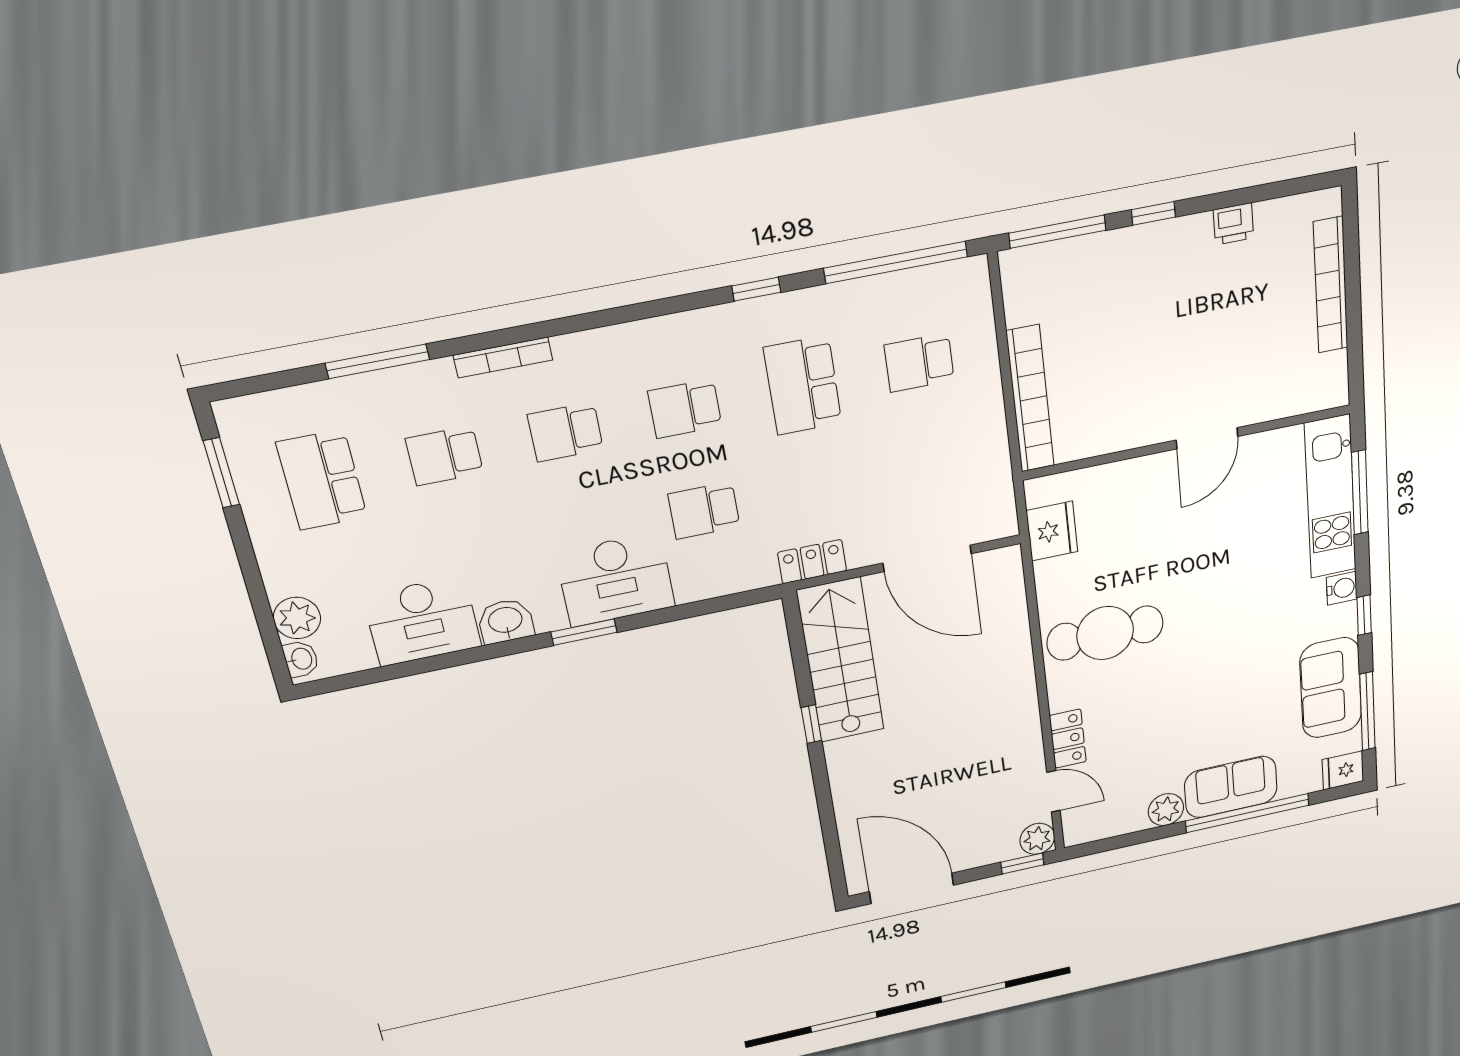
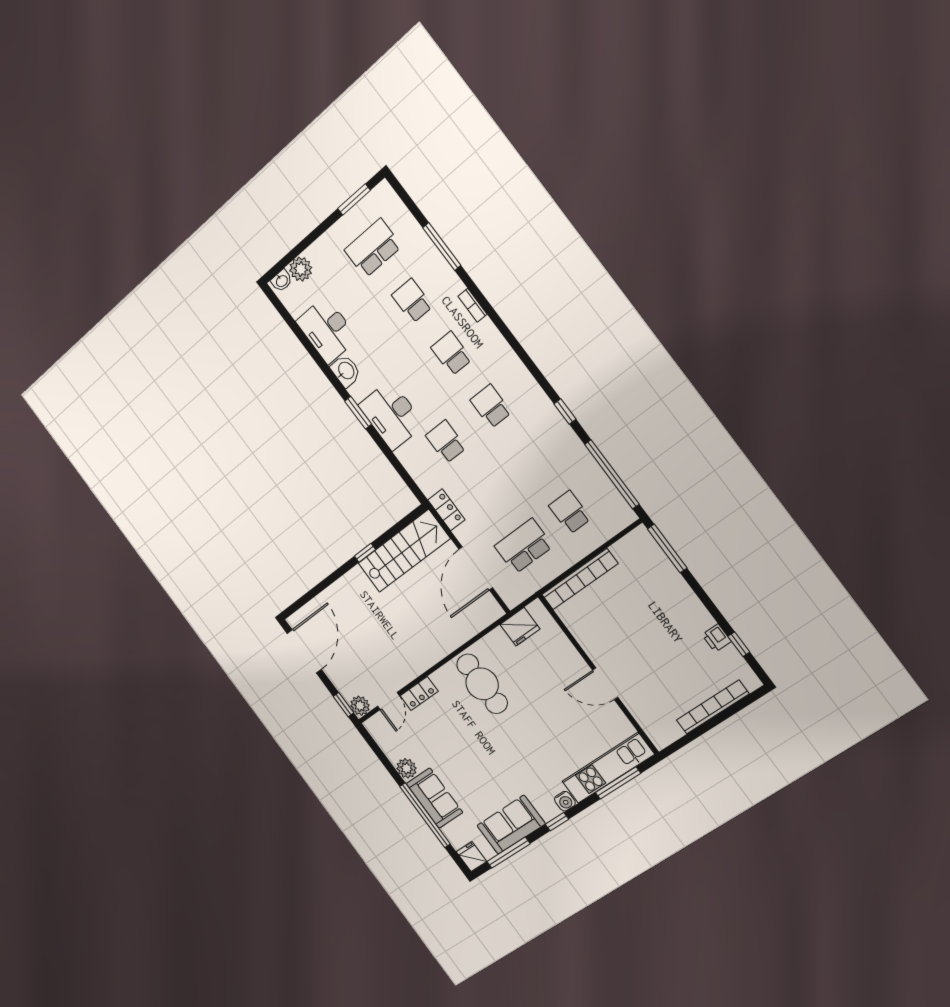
window: (1153, 213) -> (739, 644), moved
bookcase: (503, 358) -> (472, 305), width x0.64
school desk: (803, 385) -> (524, 546), moved

